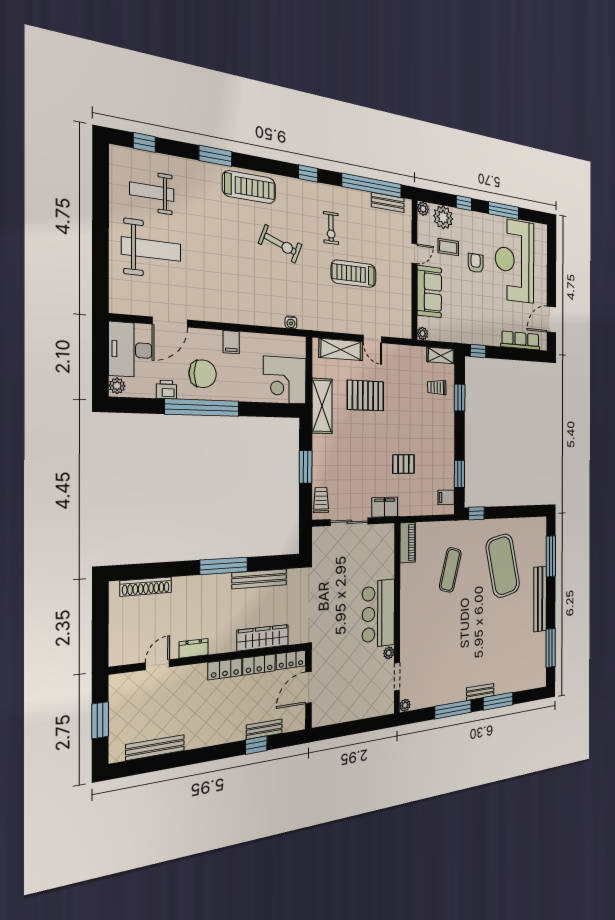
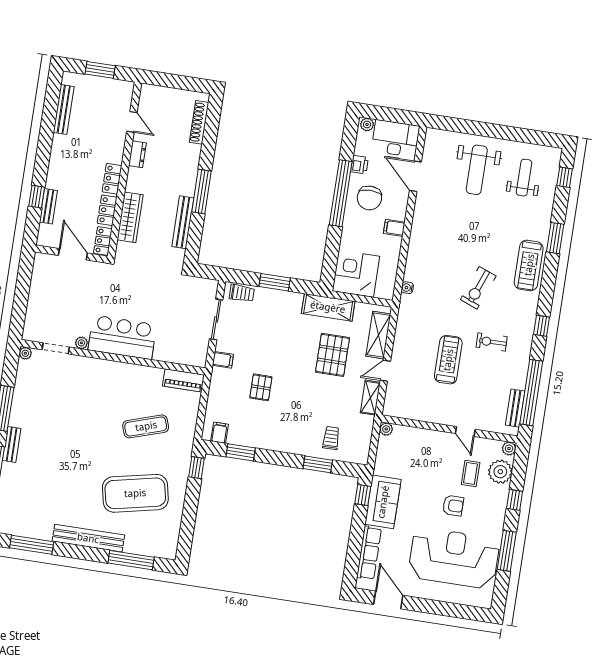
sofa: (429, 292) -> (383, 502), moved, turned -90
shelving: (441, 355) -> (370, 398), moved
filing cabinet: (385, 507) -> (223, 360), width x0.50
exercise mat: (450, 570) -> (146, 426), turned -33

